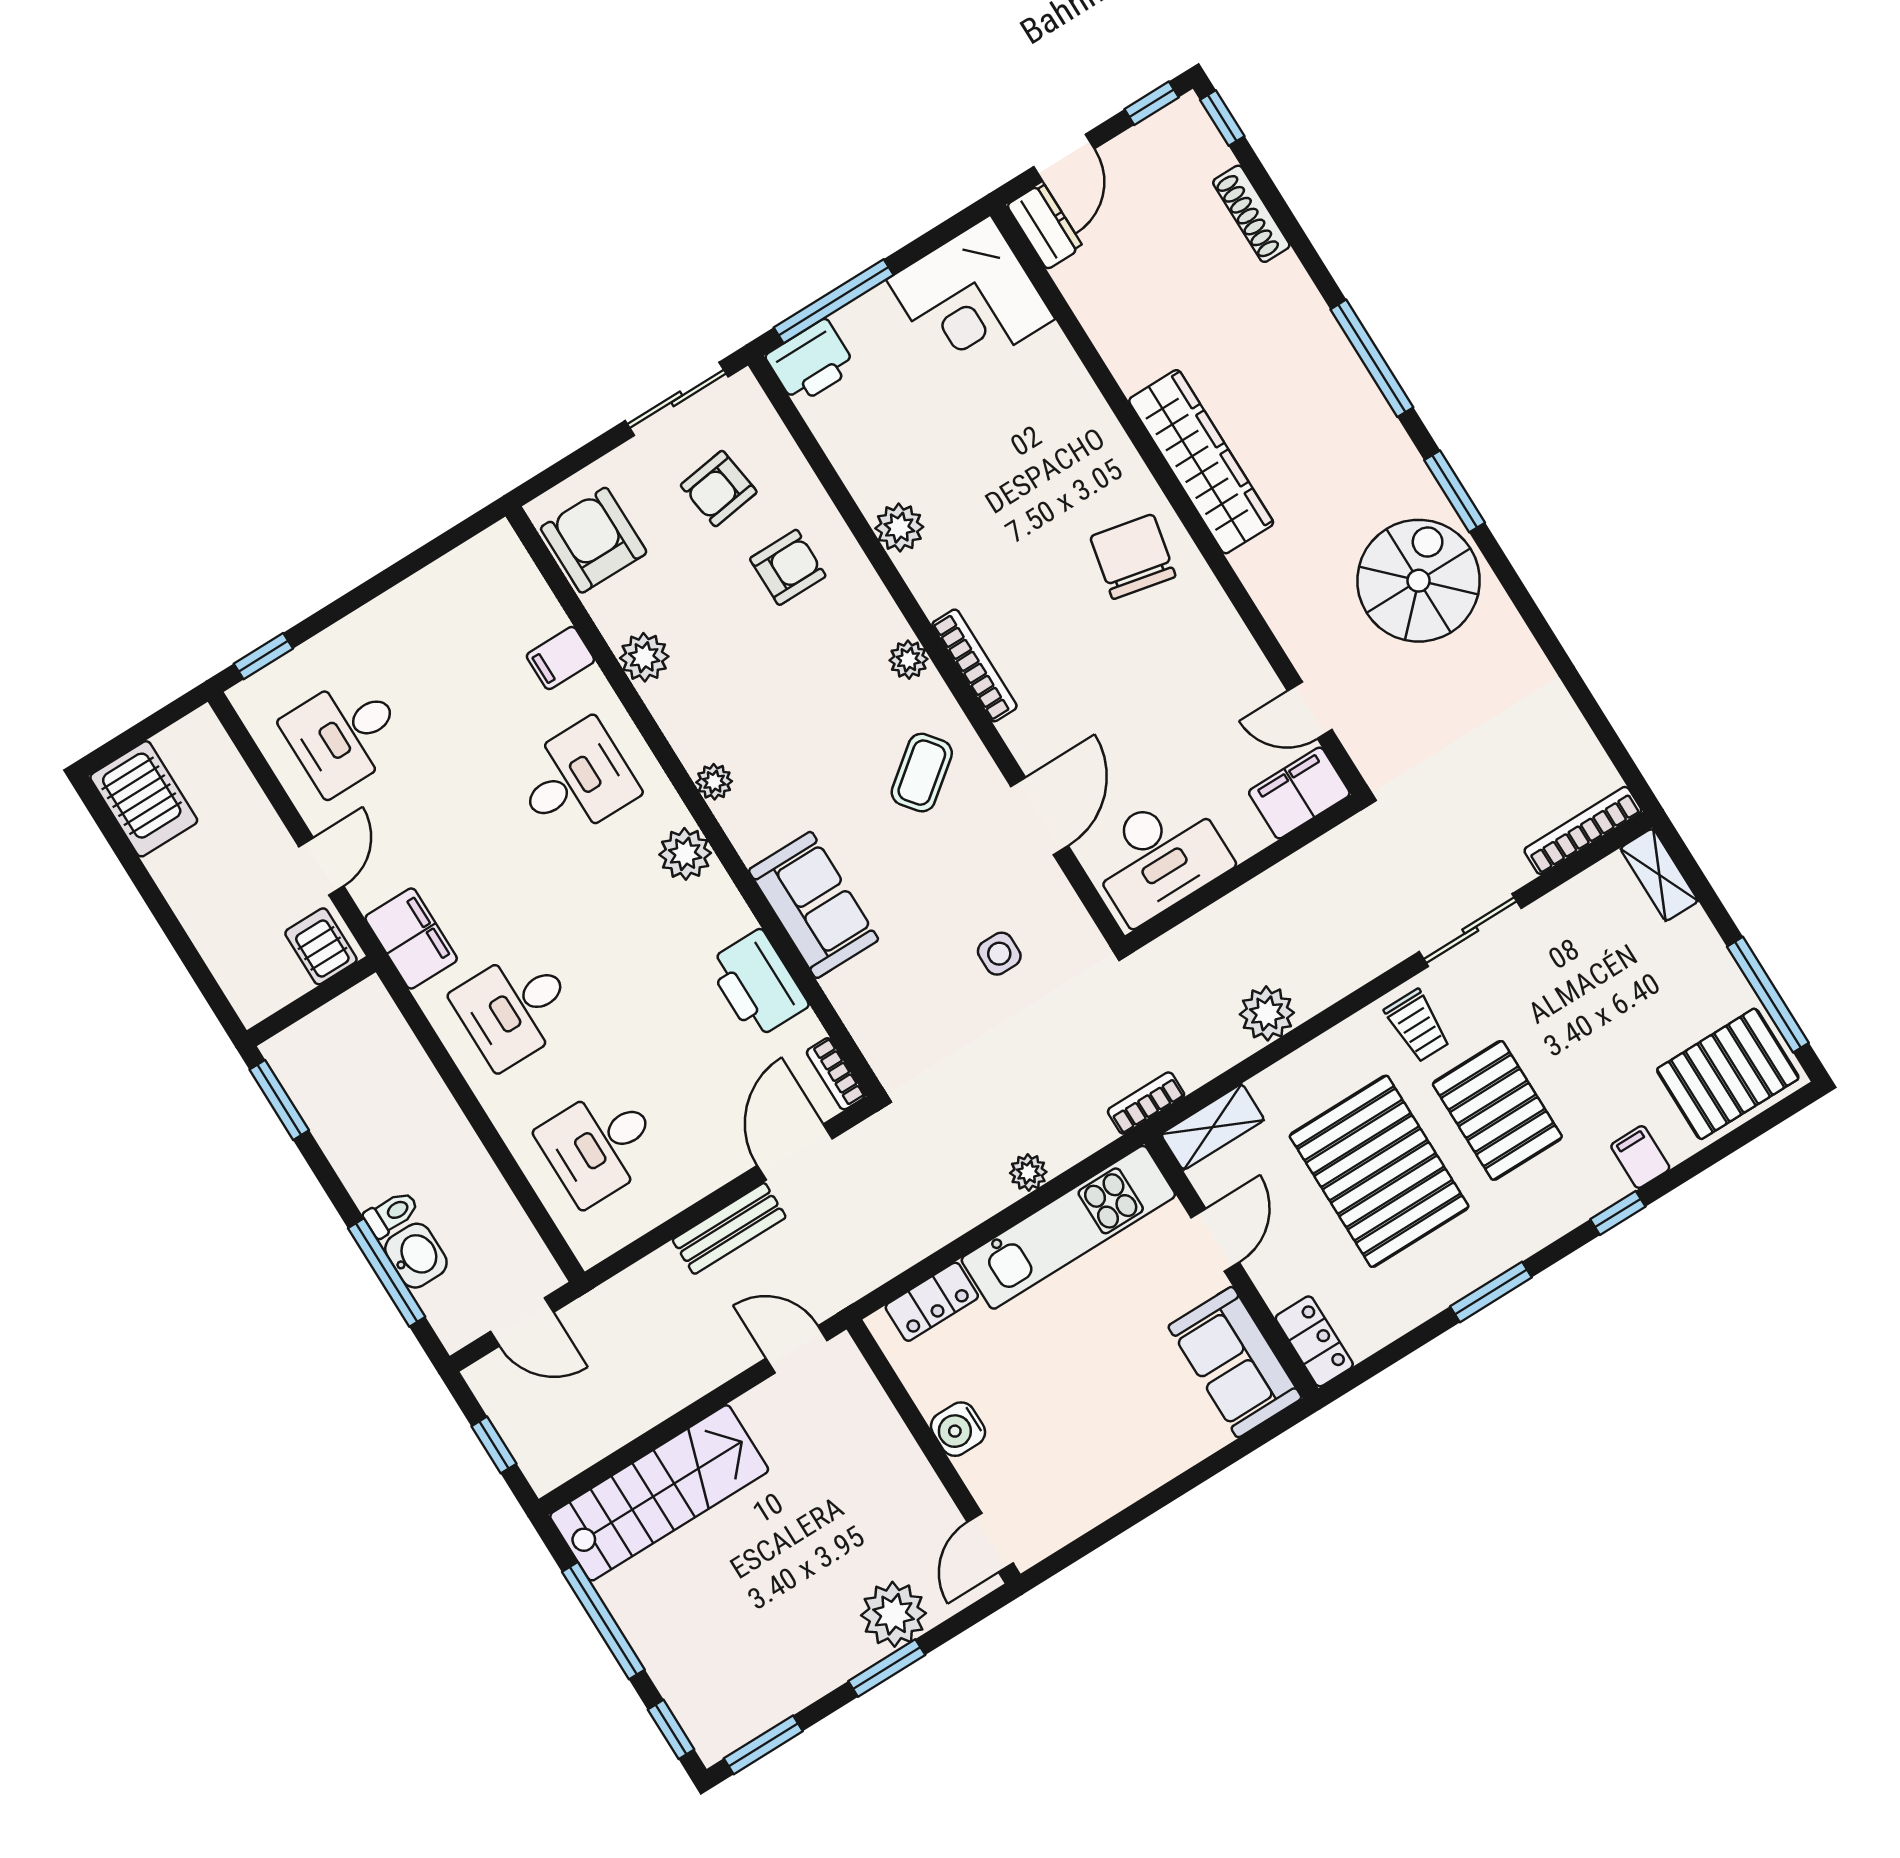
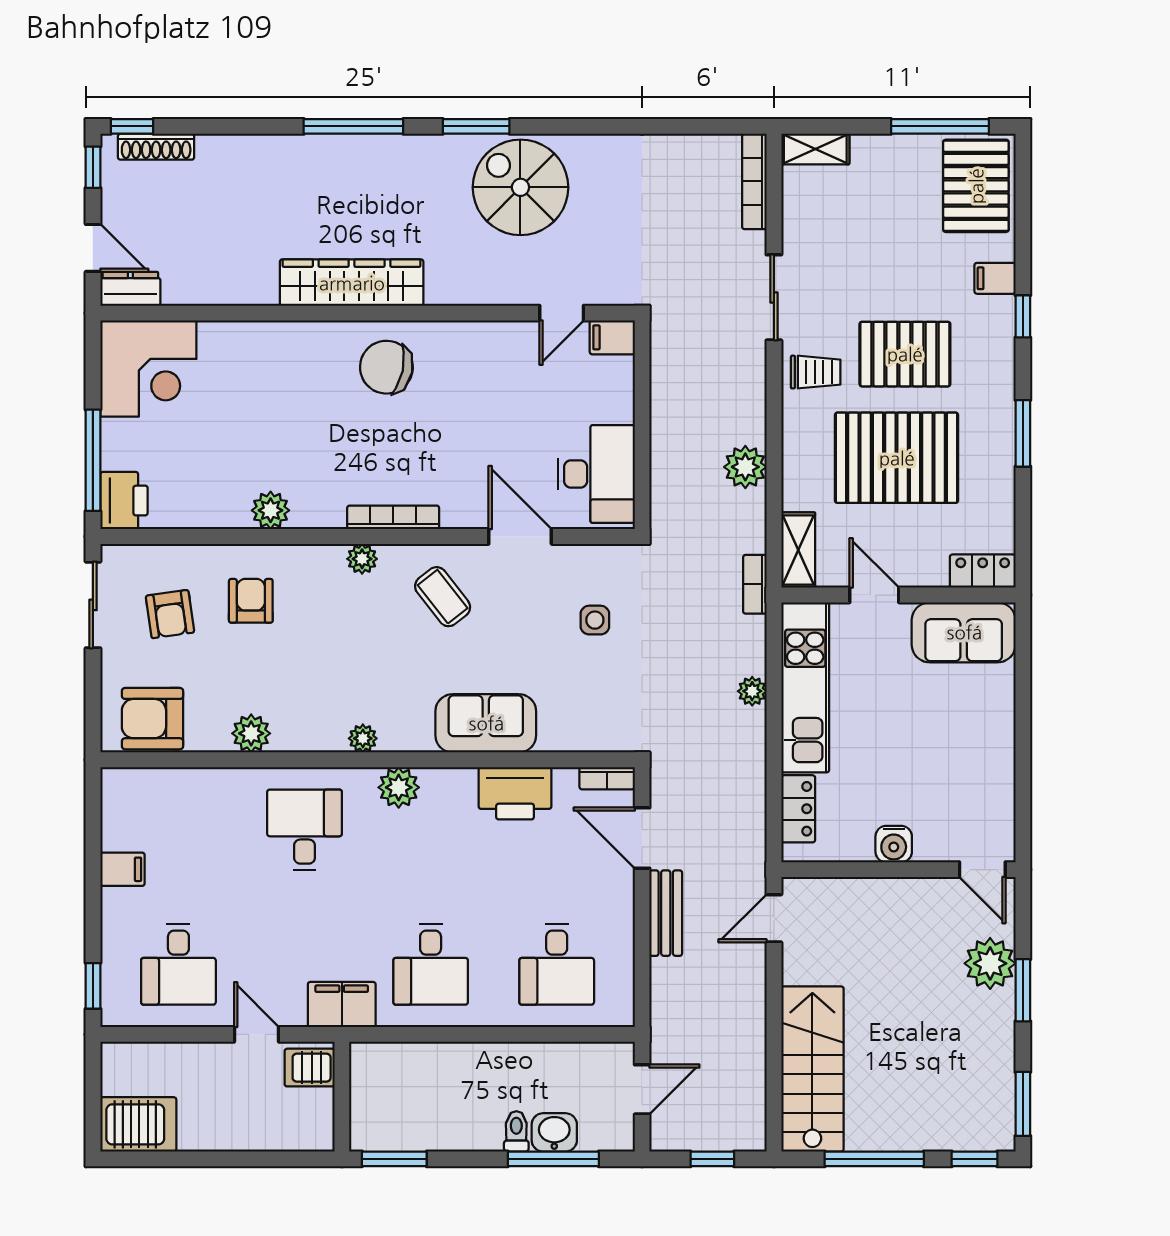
shoe rack: (1251, 214) -> (156, 147), moved
filing cabinet: (560, 658) -> (122, 869), moved, turned -90
filing cabinet: (1299, 793) -> (612, 337), width x0.50

